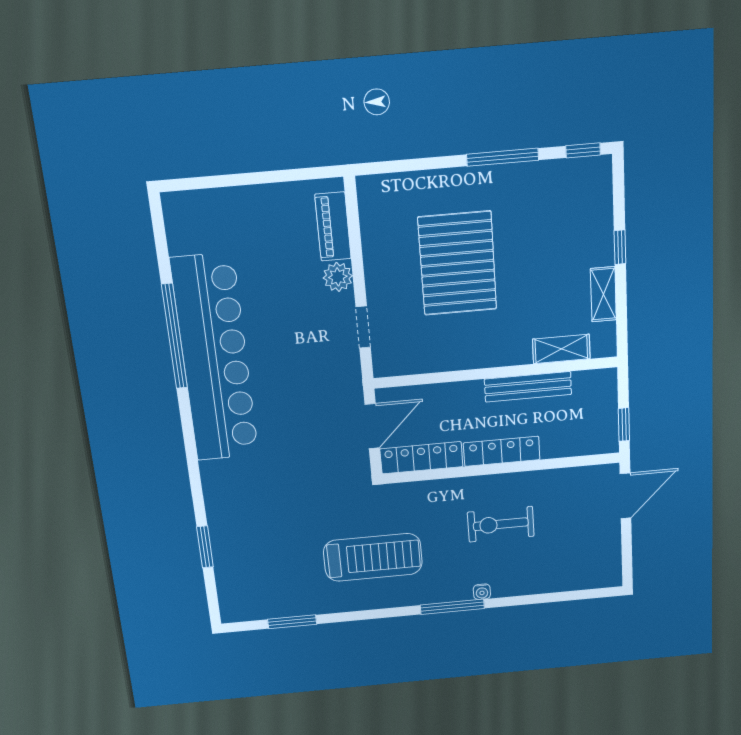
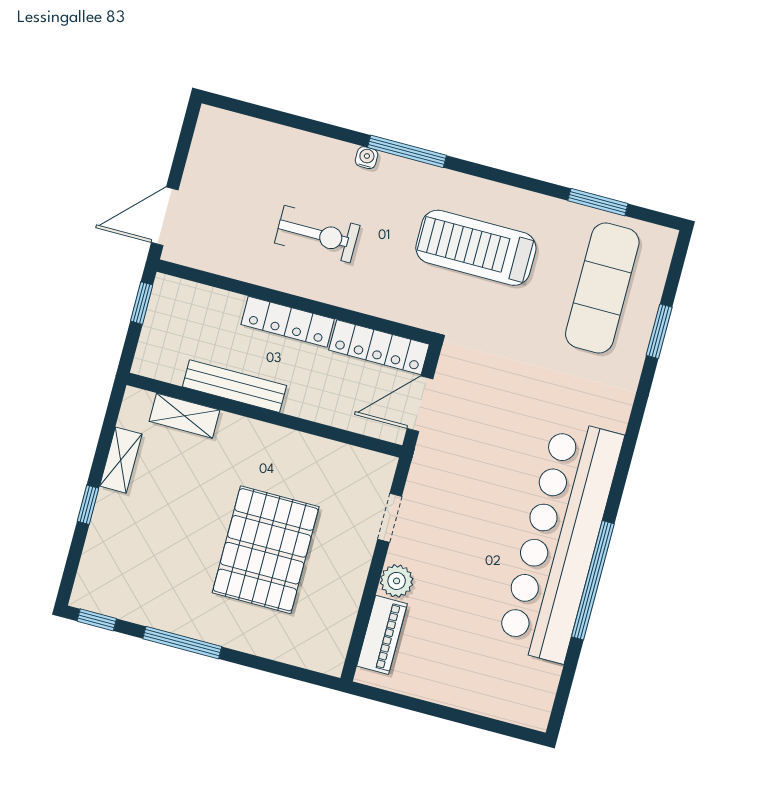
exercise mat: (263, 563) -> (602, 288), added

